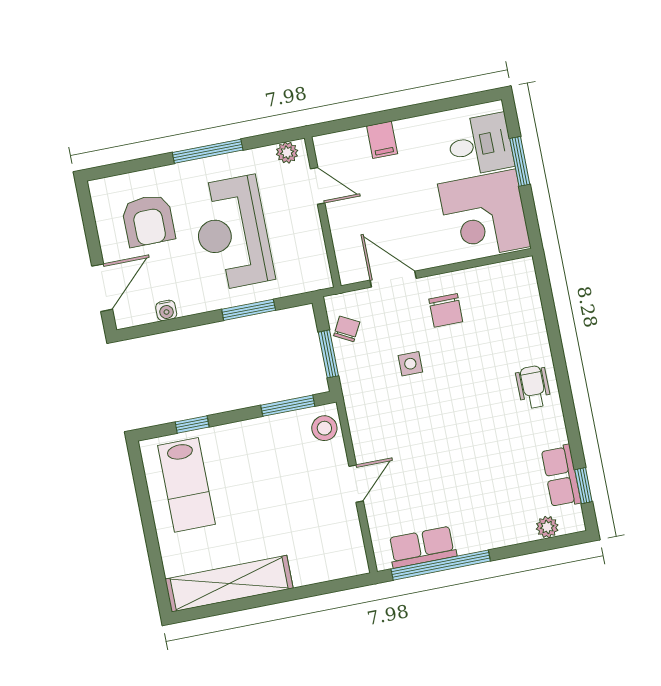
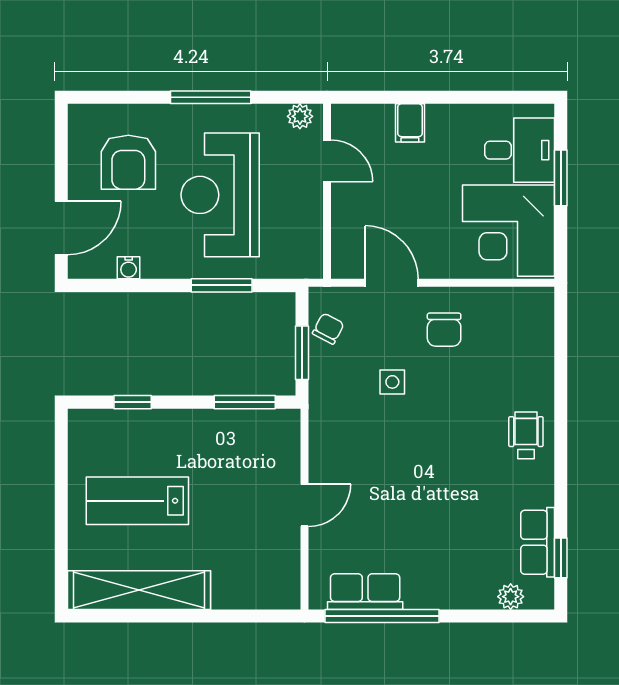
stool: (324, 428) -> (281, 436), removed
lab bench: (186, 485) -> (137, 501), moved, turned 90

